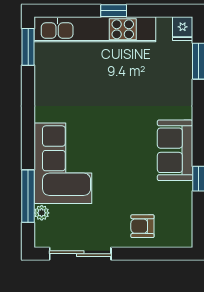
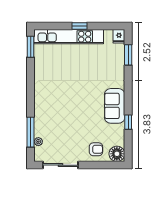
corner sofa: (63, 163) -> (50, 113), removed
armchair: (142, 226) -> (96, 149), turned 180
floor lamp: (179, 234) -> (117, 154), added

